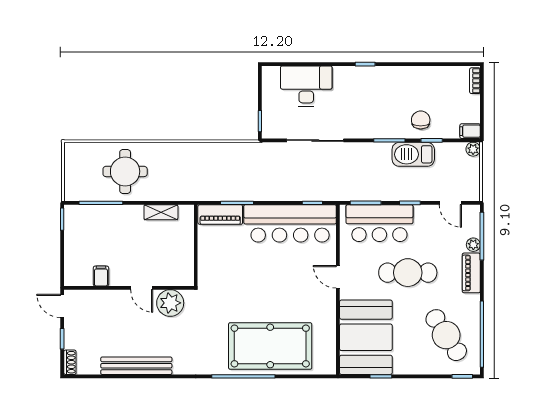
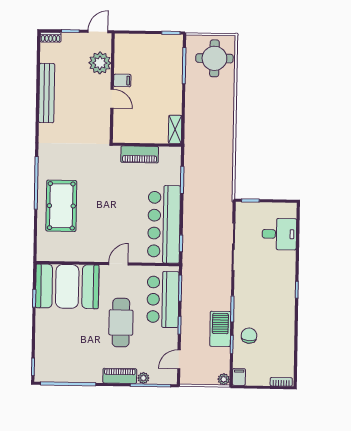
desk: (306, 86) -> (279, 234), width x0.73
chair: (421, 120) -> (249, 336), turned -85
round table: (125, 171) -> (214, 58), moved
shelving: (161, 212) -> (175, 129), moved
piano: (220, 215) -> (140, 154), moved, turned -90
filing cabinet: (101, 276) -> (122, 80), moved
door: (142, 288) -> (112, 99), swing flipped
plant: (170, 303) -> (100, 63), moved
cafe table: (446, 335) -> (68, 354), removed
pool table: (270, 346) -> (61, 206), width x0.73, depth x0.76

